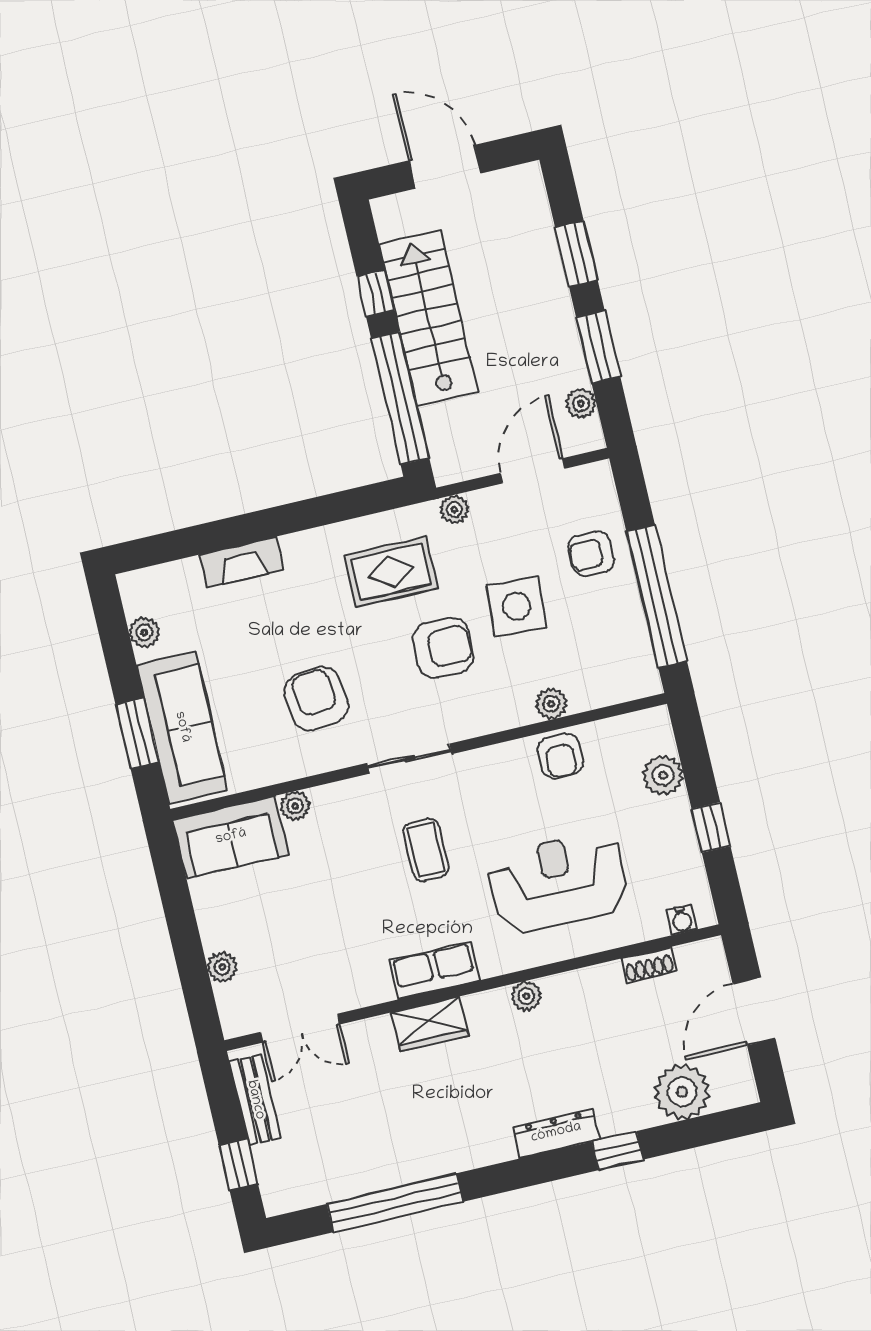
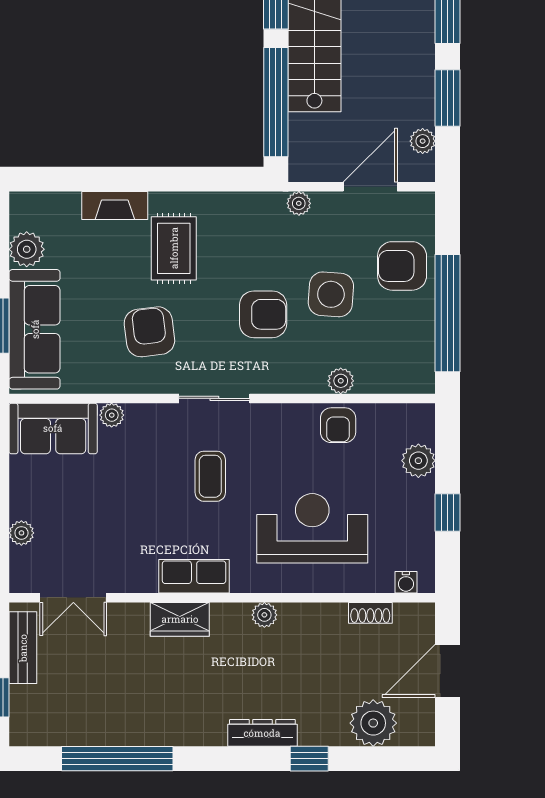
armchair: (591, 554) -> (402, 266), width x1.38, depth x1.38
rug: (391, 572) -> (174, 248), moved, turned 90
plant: (144, 632) -> (27, 249), width x1.38, depth x1.38

